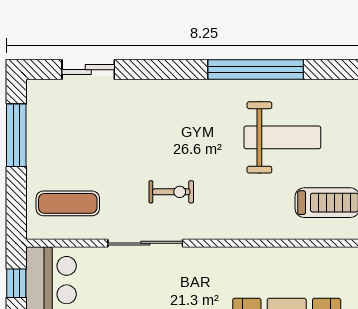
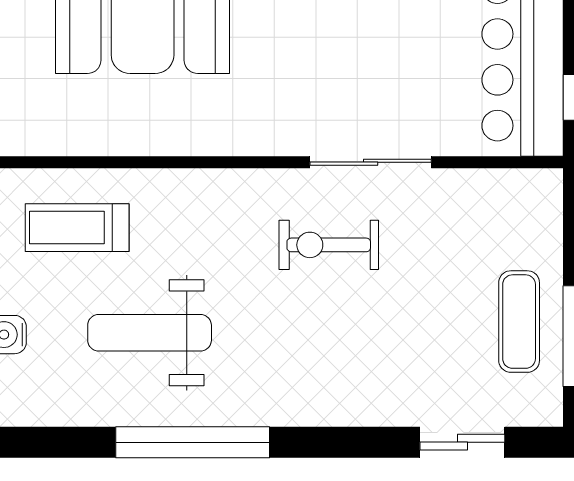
exercise bike: (171, 192) -> (329, 245), width x1.38, depth x1.39
exercise mat: (68, 203) -> (519, 322), moved, turned 90

